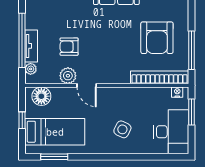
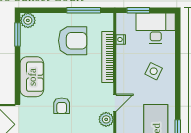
armchair: (69, 47) -> (62, 106), moved
bookcase: (160, 77) -> (108, 57), moved
nightstand: (177, 92) -> (121, 40), moved

